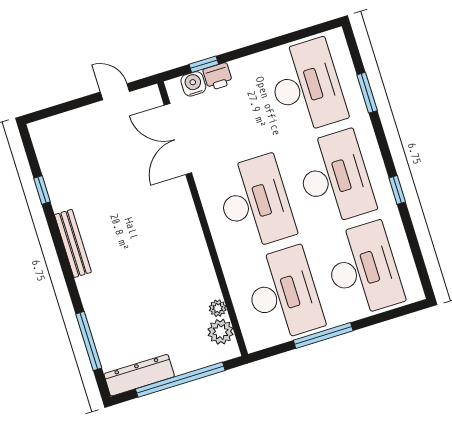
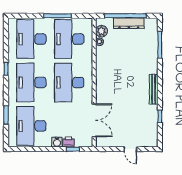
water cooler: (193, 84) -> (57, 142), moved
door: (115, 92) -> (130, 149), moved
dresser: (139, 375) -> (129, 23), moved

